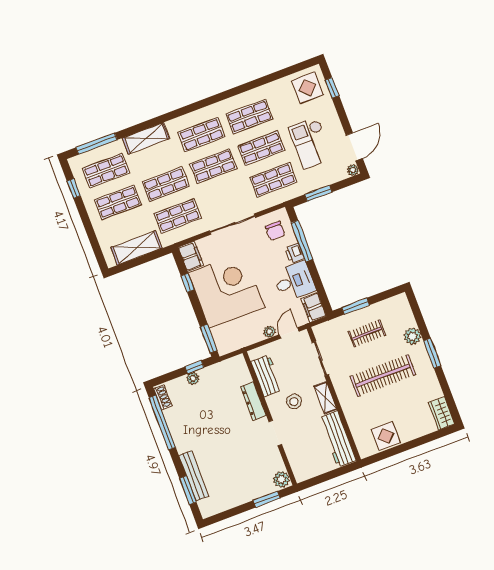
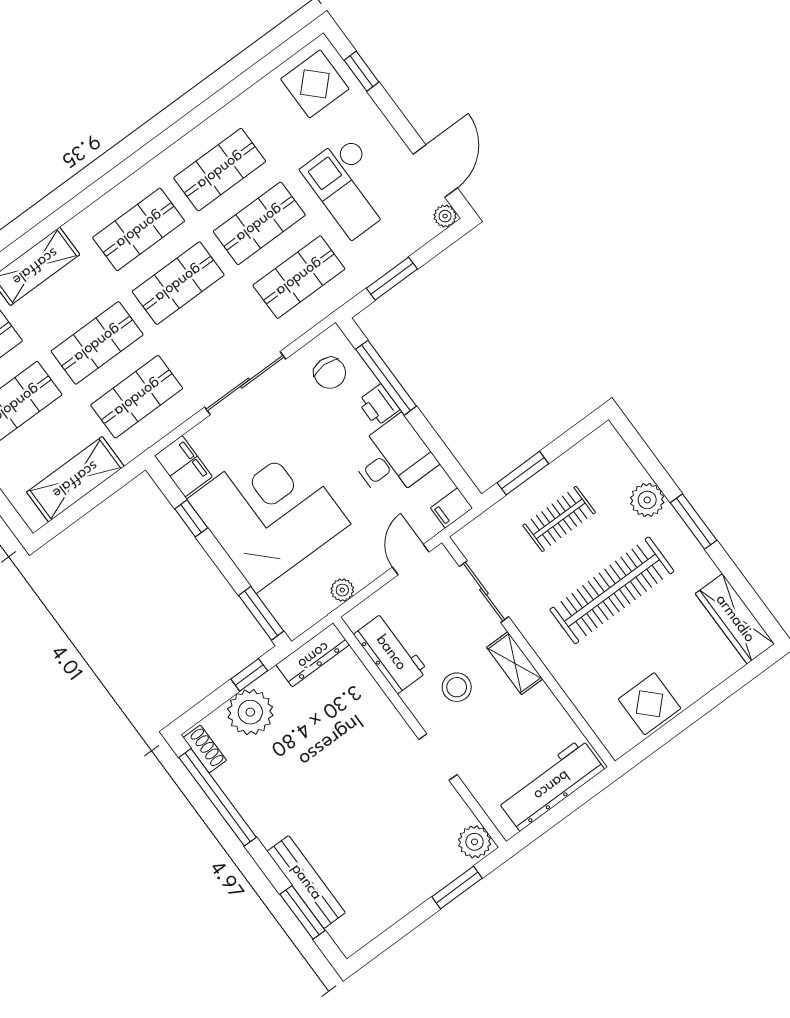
filing cabinet: (314, 307) -> (452, 508), width x0.50
plant: (269, 332) -> (342, 590), moved
plant: (193, 378) -> (250, 712), width x1.88, depth x1.88
dresser: (253, 401) -> (313, 655), moved, turned -90
wardrobe: (442, 413) -> (735, 619), width x1.50
workbench: (338, 439) -> (551, 785), moved, turned 90

